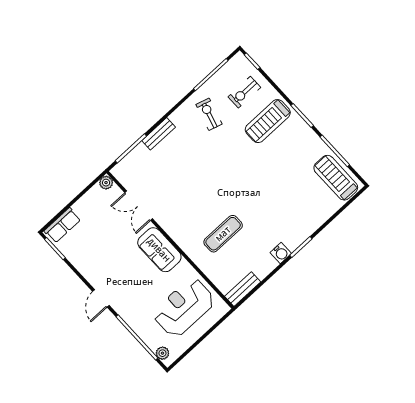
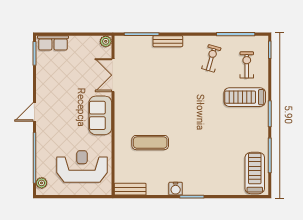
exercise bike: (244, 92) -> (247, 65), turned 90

